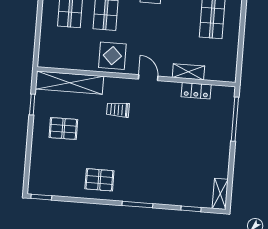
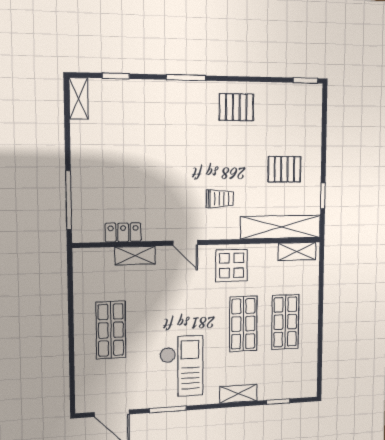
shelving: (57, 61) -> (297, 251), added

